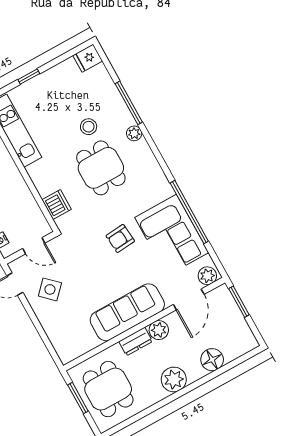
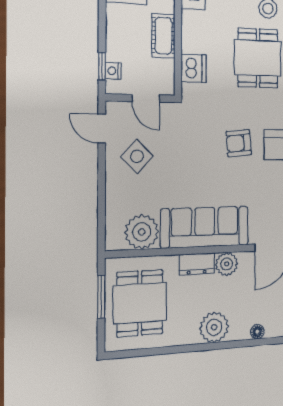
cot: (22, 195) -> (163, 36), added
plant: (82, 340) -> (142, 232), added
floor lamp: (212, 360) -> (257, 332), width x0.53, depth x0.53

